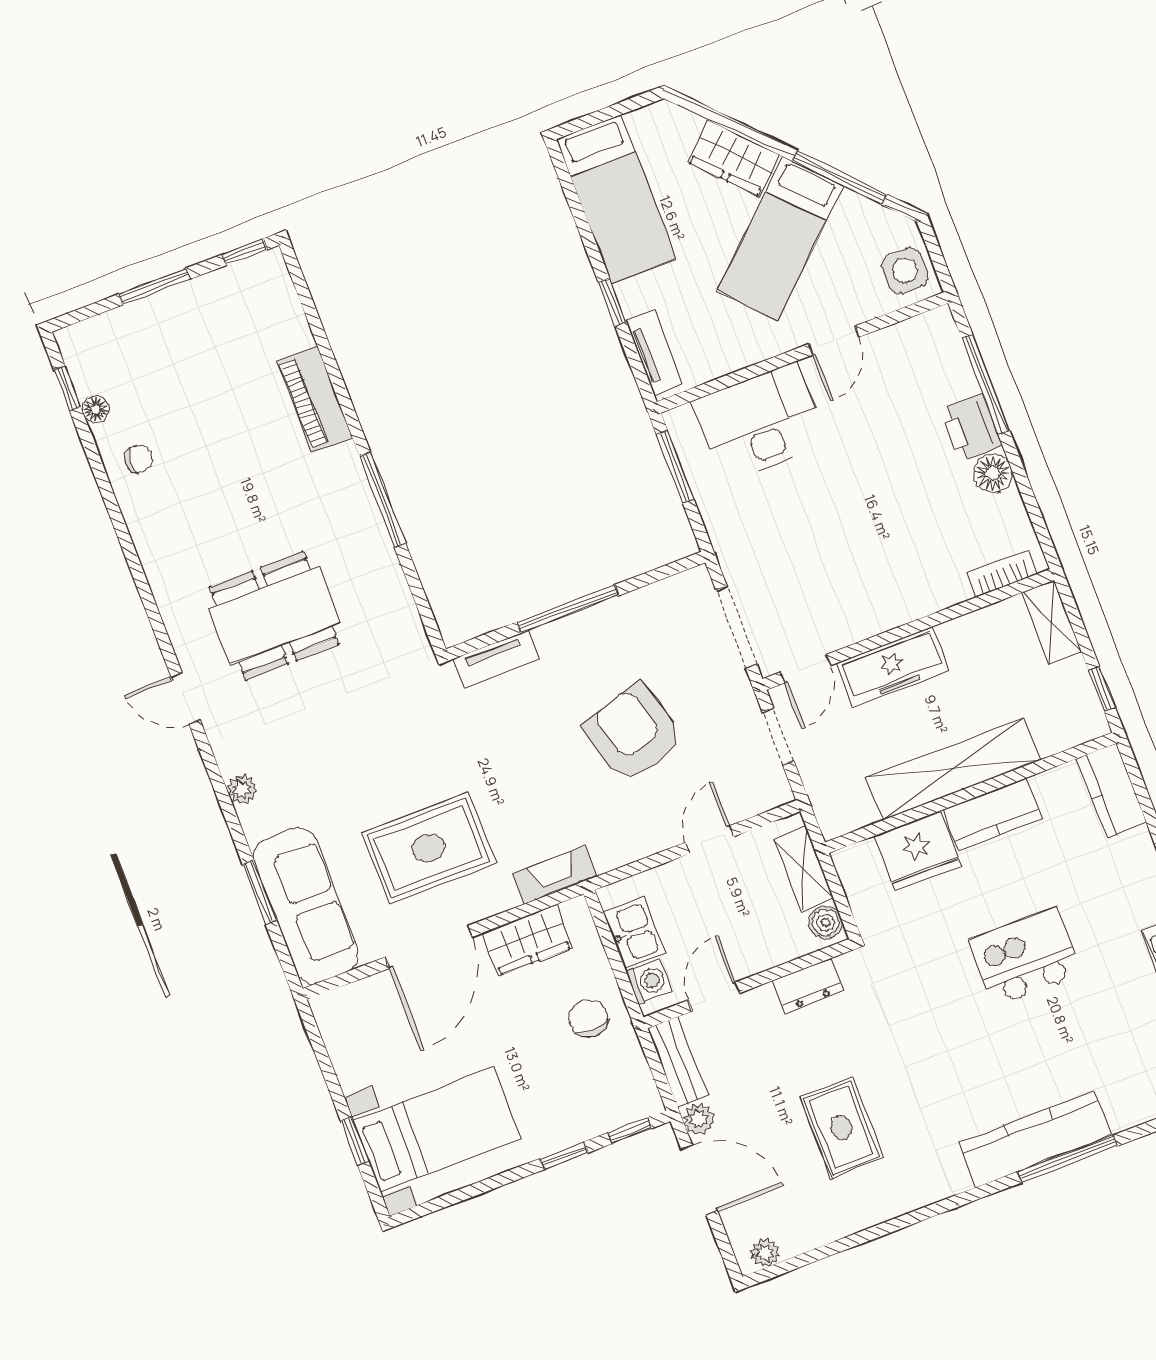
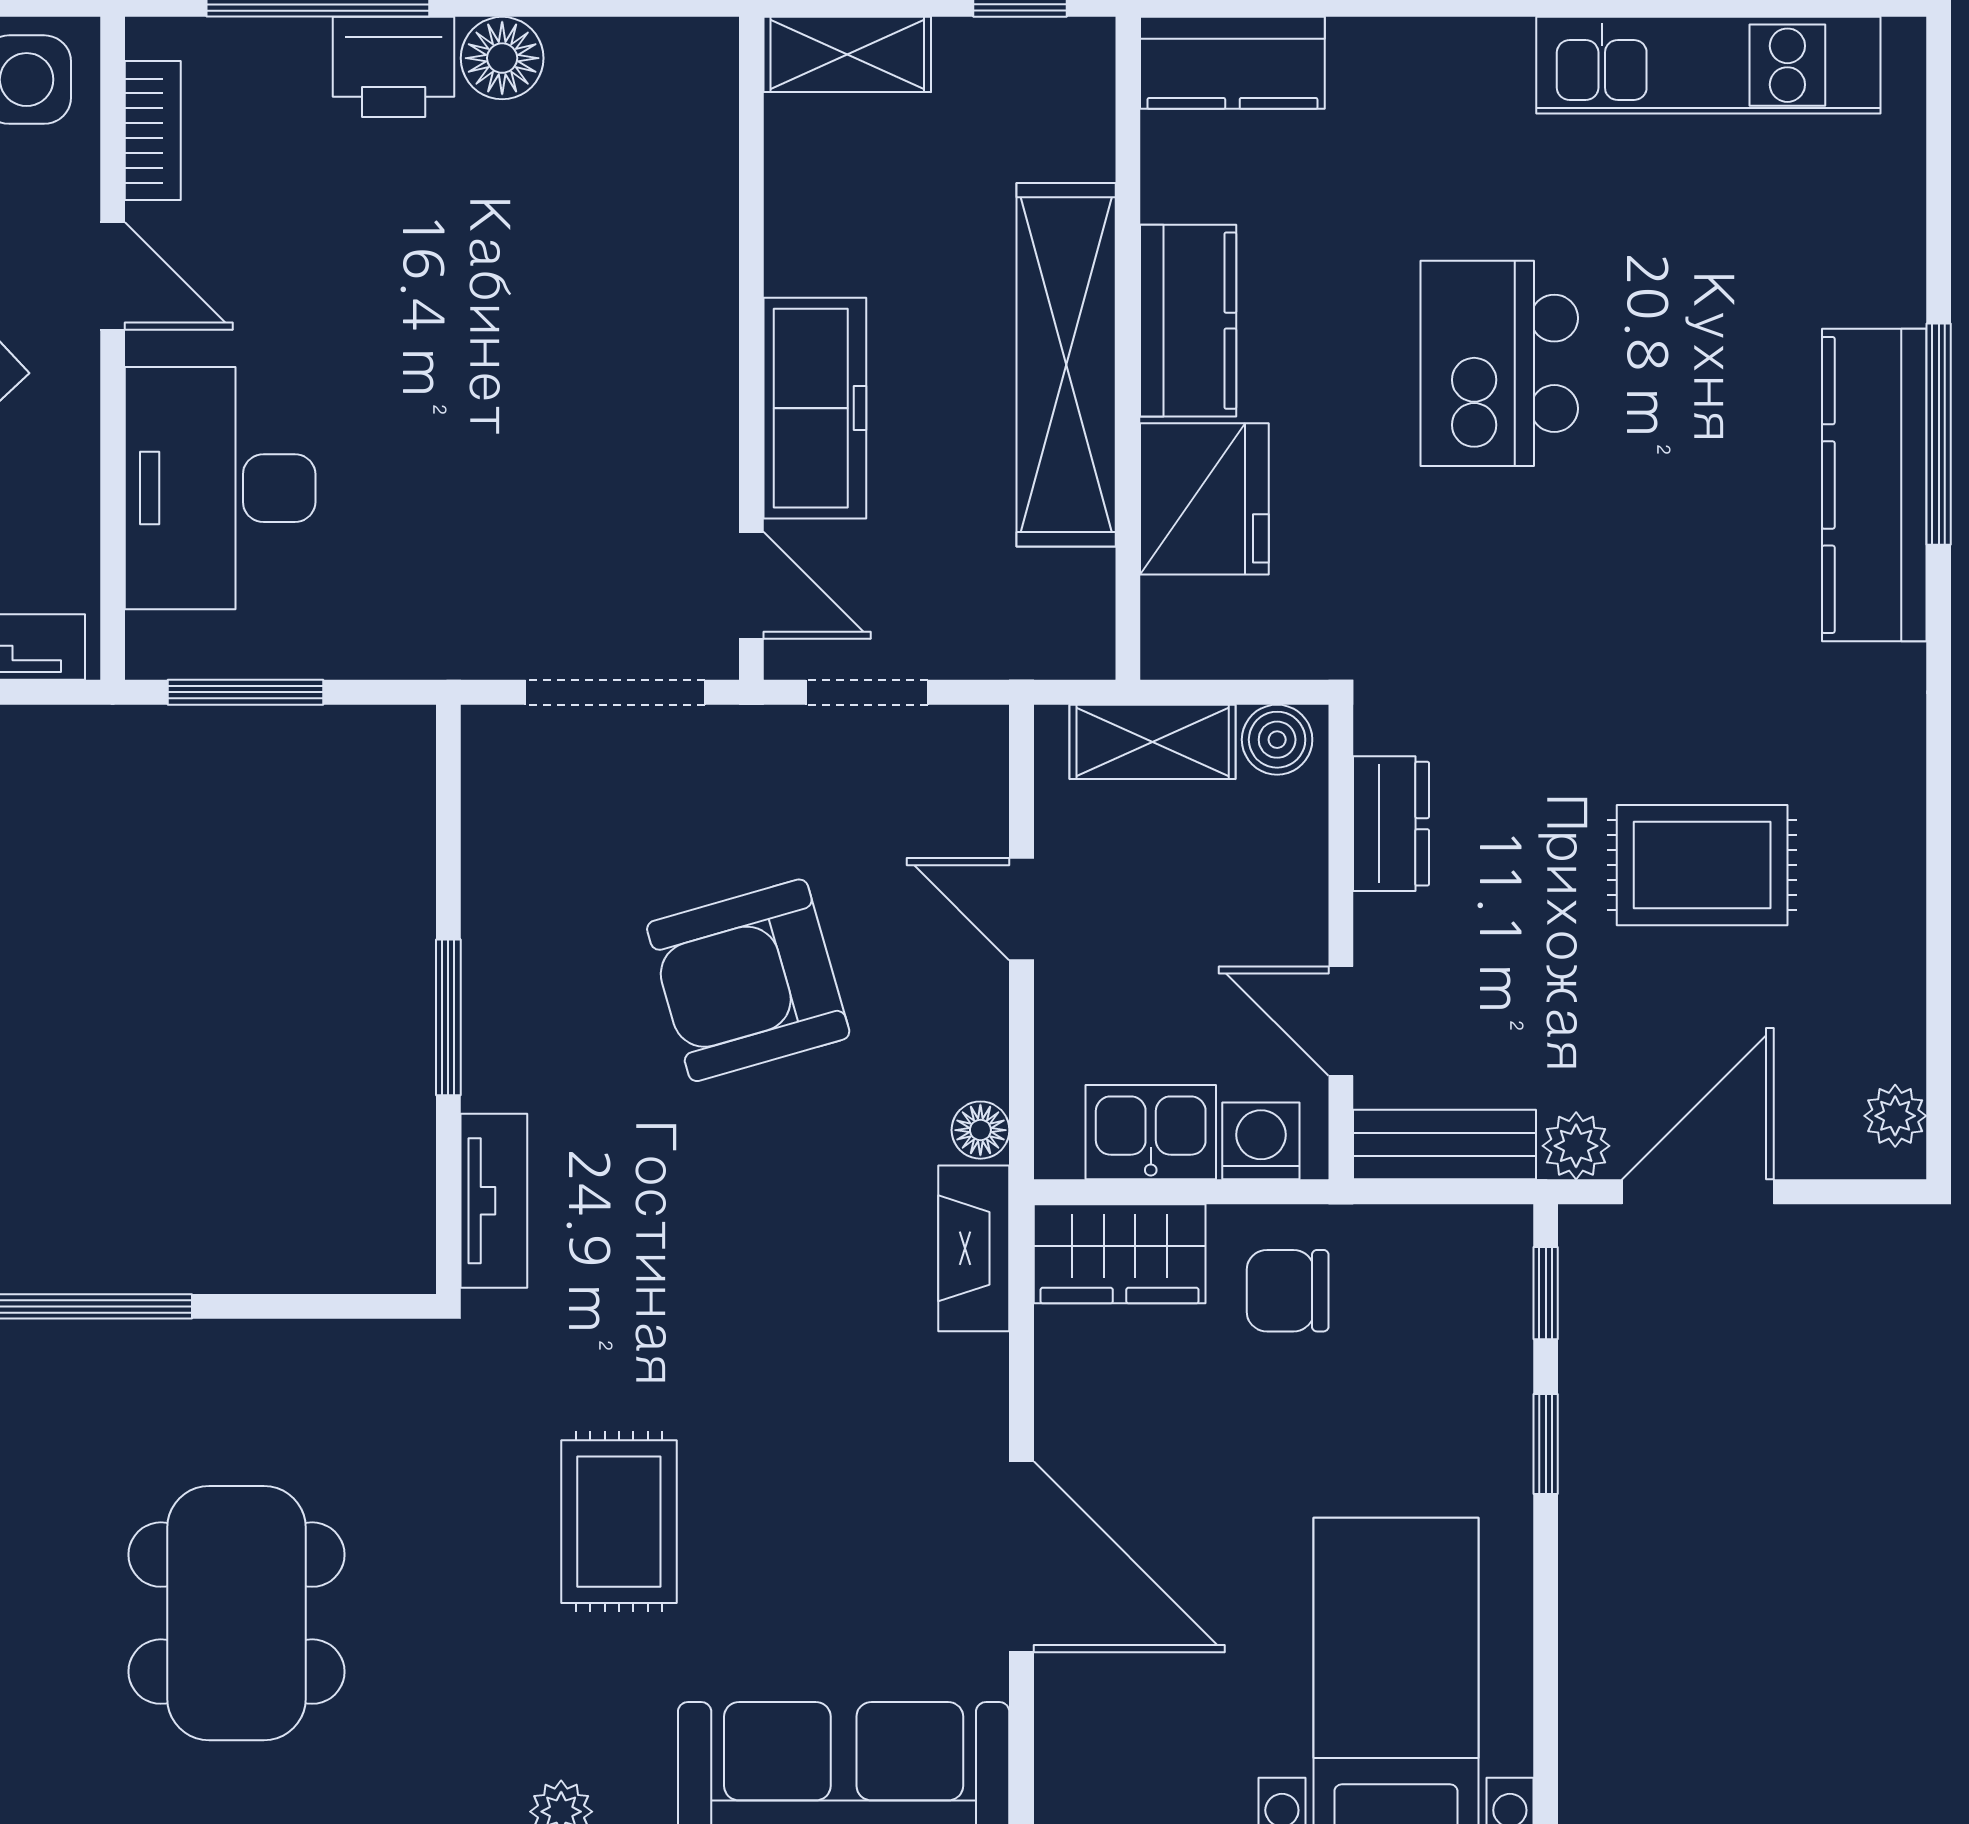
bookcase: (1002, 574) -> (153, 131), moved, turned 180
window: (568, 609) -> (448, 1017), width x0.69
rug: (429, 848) -> (619, 1522), moved, width x0.73, depth x0.70
floor lamp: (607, 858) -> (980, 1130), added
wardrobe: (527, 940) -> (1120, 1254), moved, turned 90

